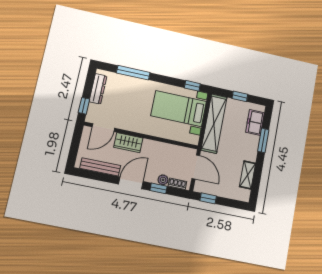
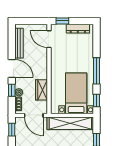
window: (133, 73) -> (97, 71), moved
wardrobe: (128, 143) -> (42, 90), moved
door: (196, 167) -> (34, 115), hinge flipped

